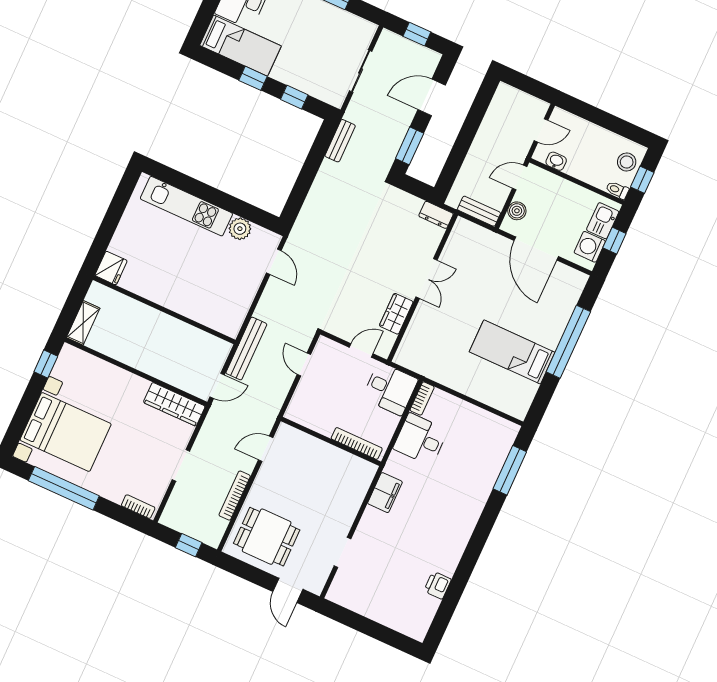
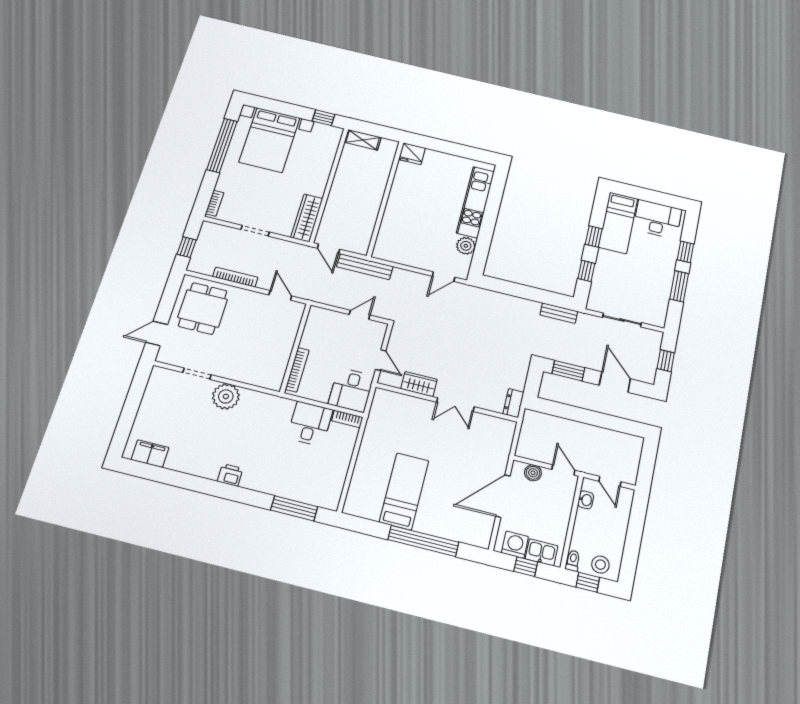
bench: (479, 211) -> (525, 440), removed
filing cabinet: (385, 493) -> (150, 454), moved, turned 180
plant: (374, 525) -> (226, 396), added
printer: (438, 585) -> (230, 475), moved

